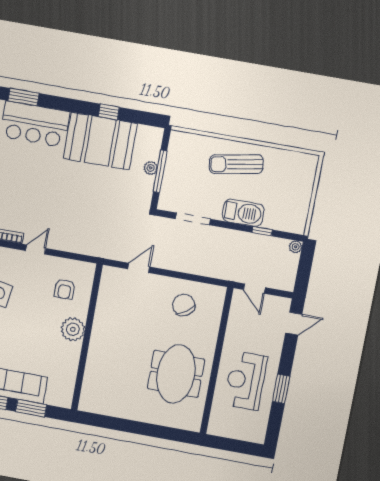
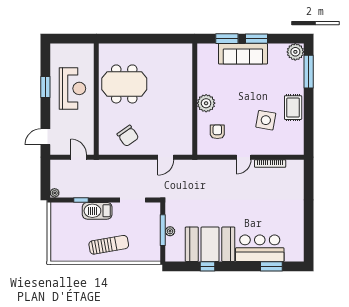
meeting table: (176, 374) -> (124, 84), turned 90

